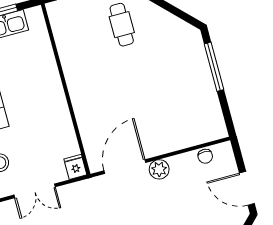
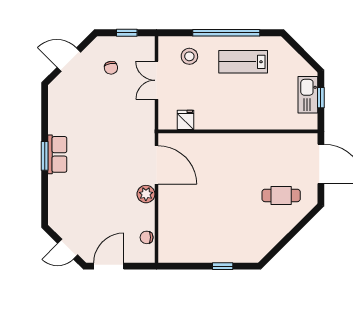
window: (214, 67) -> (223, 266), width x0.46
fridge: (75, 167) -> (185, 120), moved, turned -90

